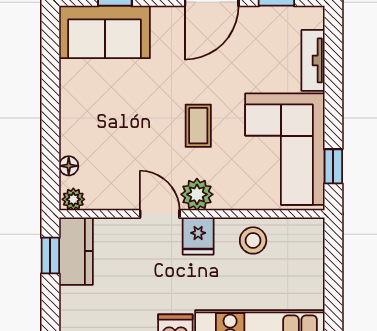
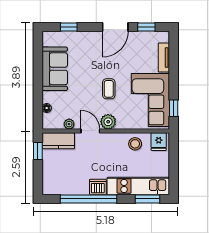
sofa: (105, 32) -> (55, 69), moved, turned -90
plant: (73, 199) -> (69, 124), moved
fridge: (198, 236) -> (159, 142), moved
kitchen counter: (76, 251) -> (58, 141), moved, turned 90

